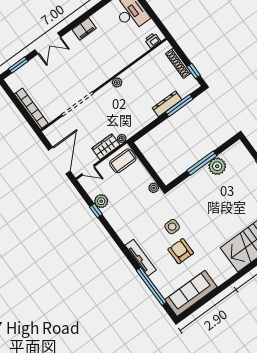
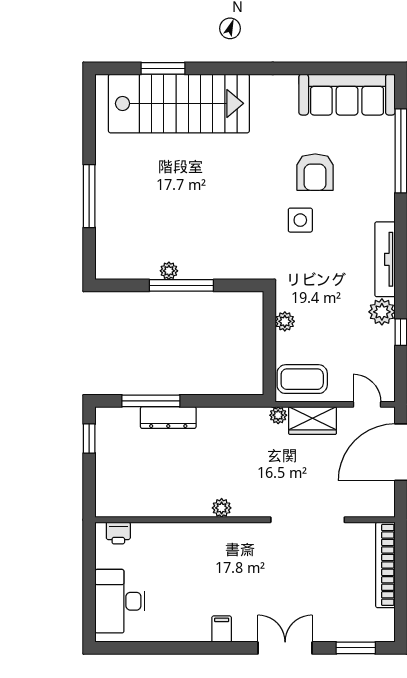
filing cabinet: (84, 29) -> (222, 629), width x0.50
shoe rack: (178, 63) -> (104, 468), removed
plant: (217, 166) -> (169, 271), width x0.53, depth x0.53
plant: (154, 188) -> (285, 321), moved
plant: (101, 201) -> (382, 312), moved
tv unit: (141, 258) -> (385, 259), moved

